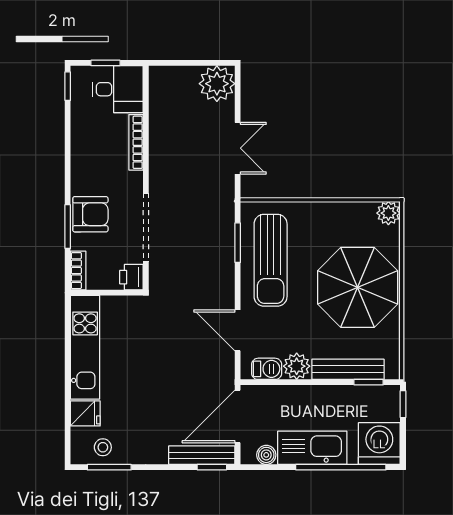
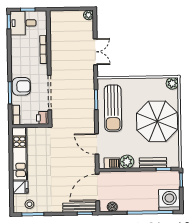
plant: (217, 84) -> (89, 15), width x0.53, depth x0.53
desk: (118, 89) -> (23, 23), moved, turned 180
bench: (348, 369) -> (153, 163), width x0.73
kitchen sink: (312, 448) -> (135, 203), removed

